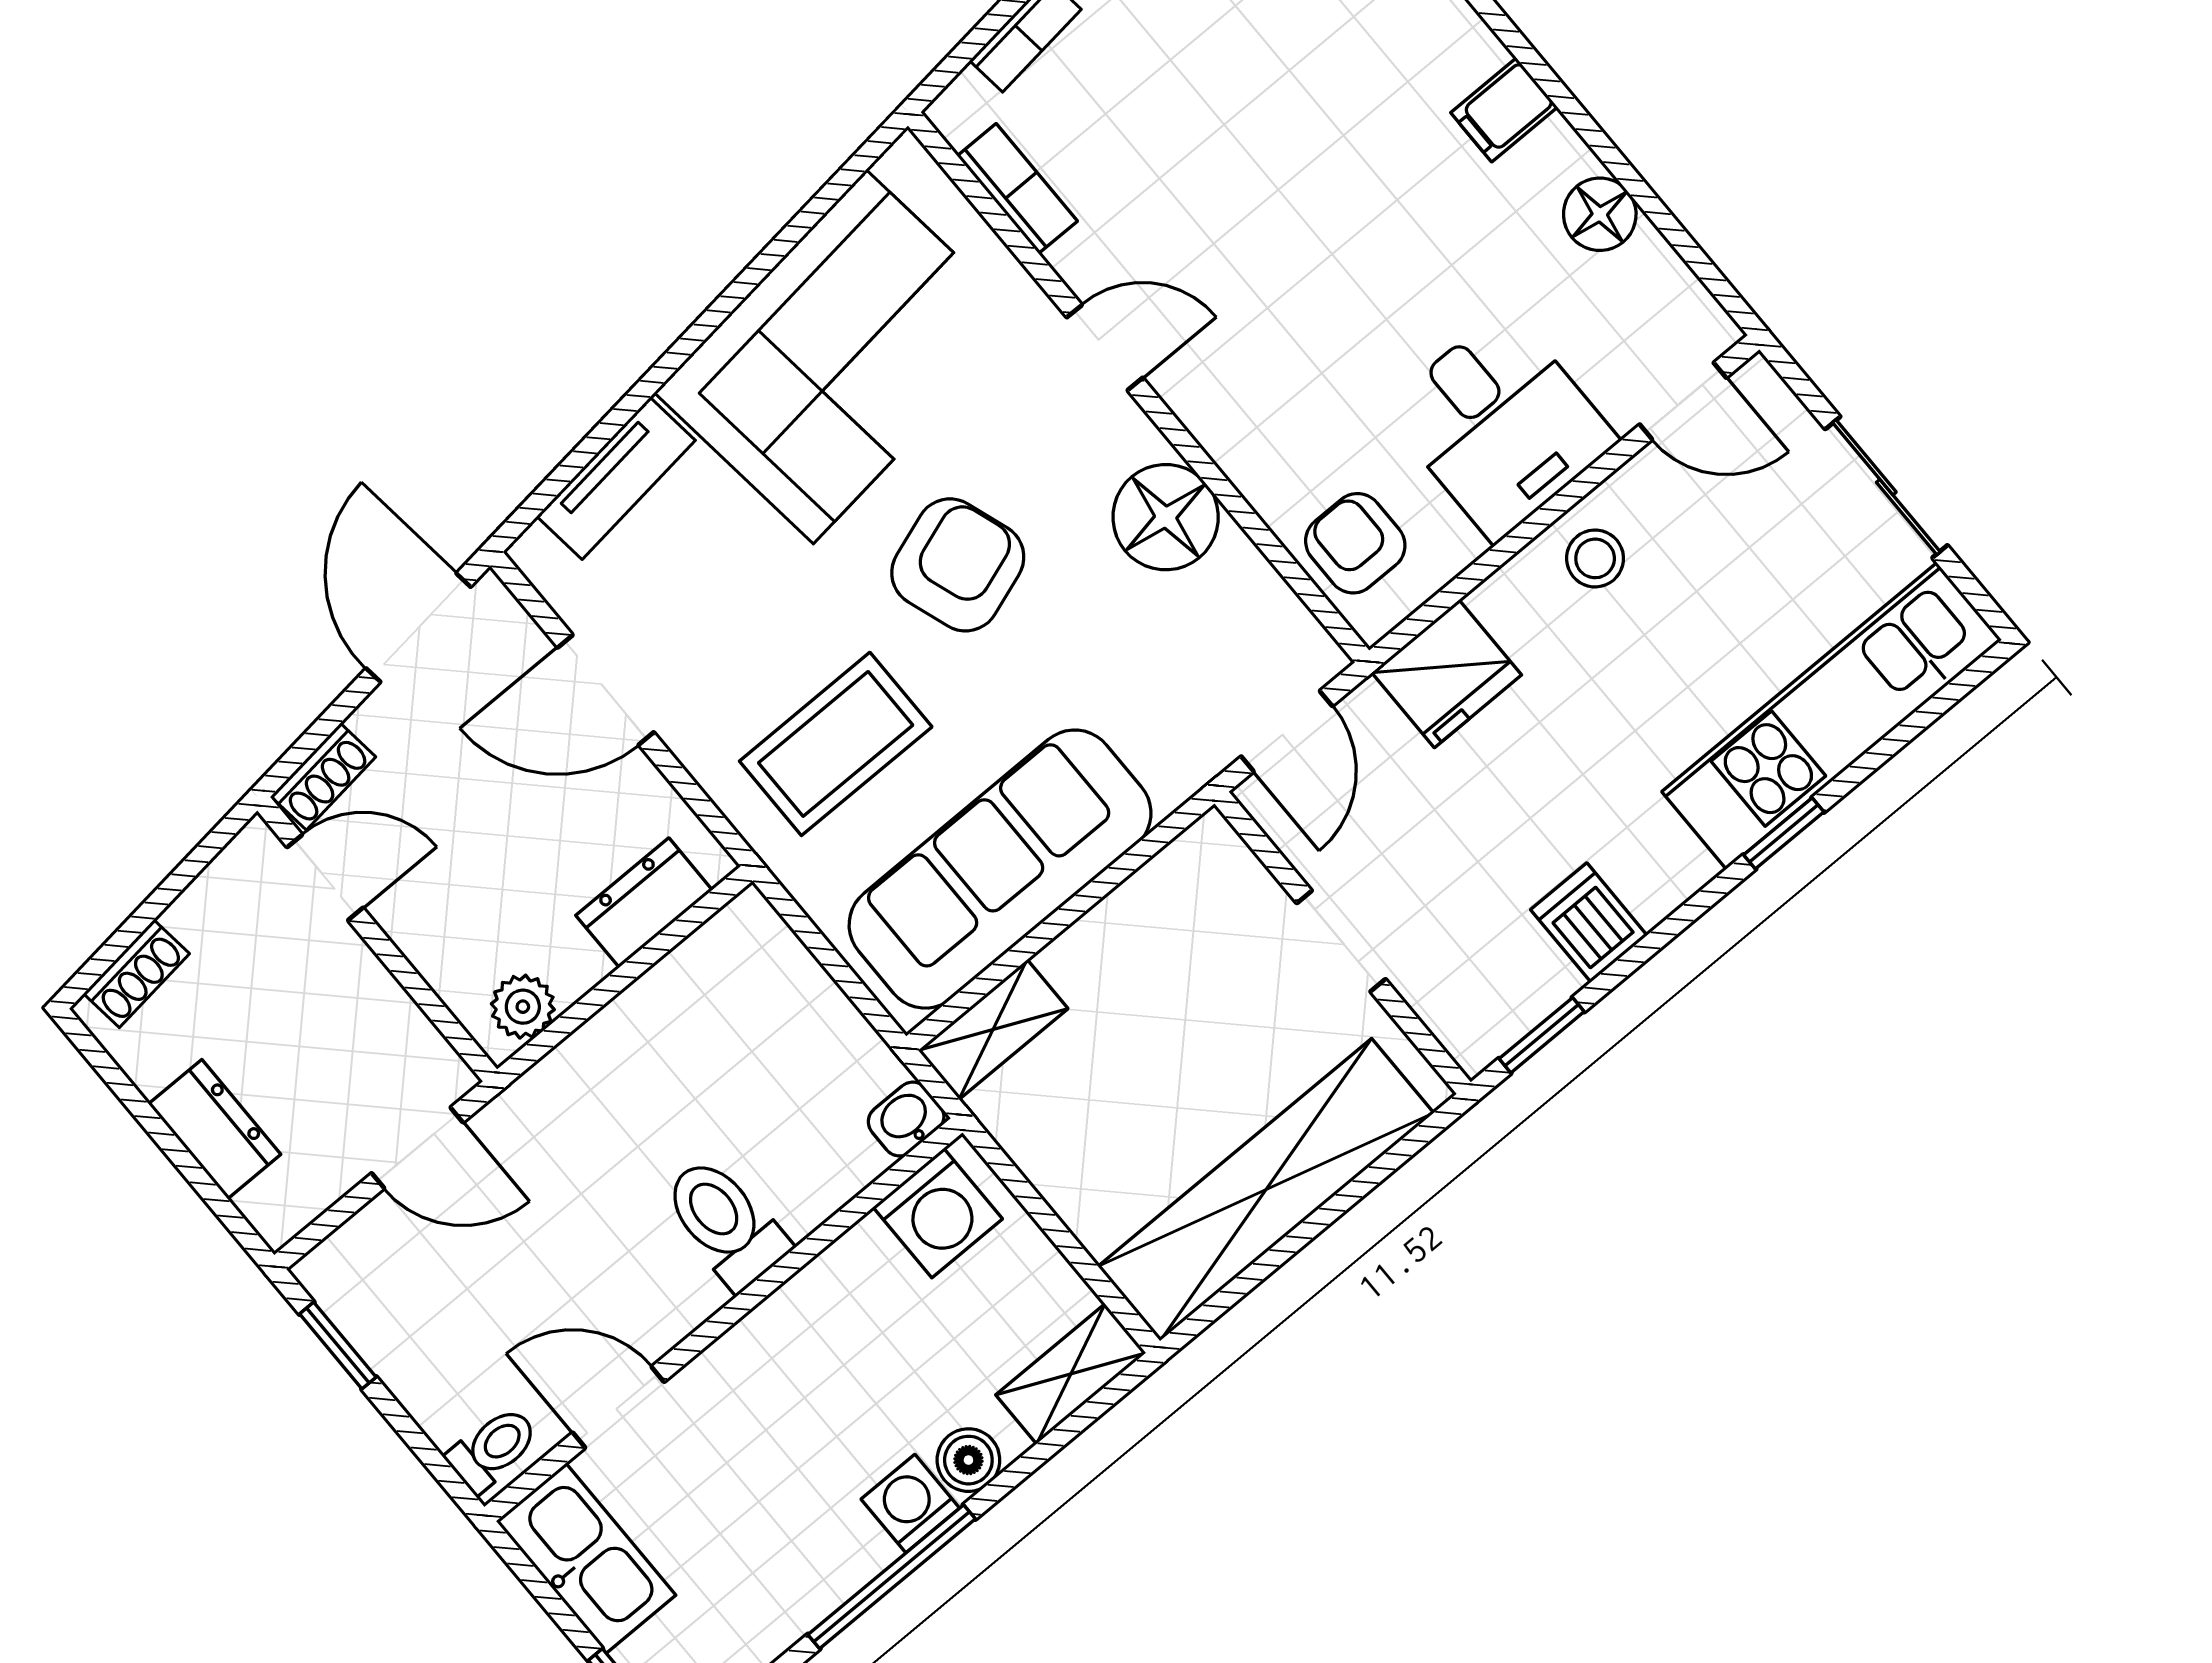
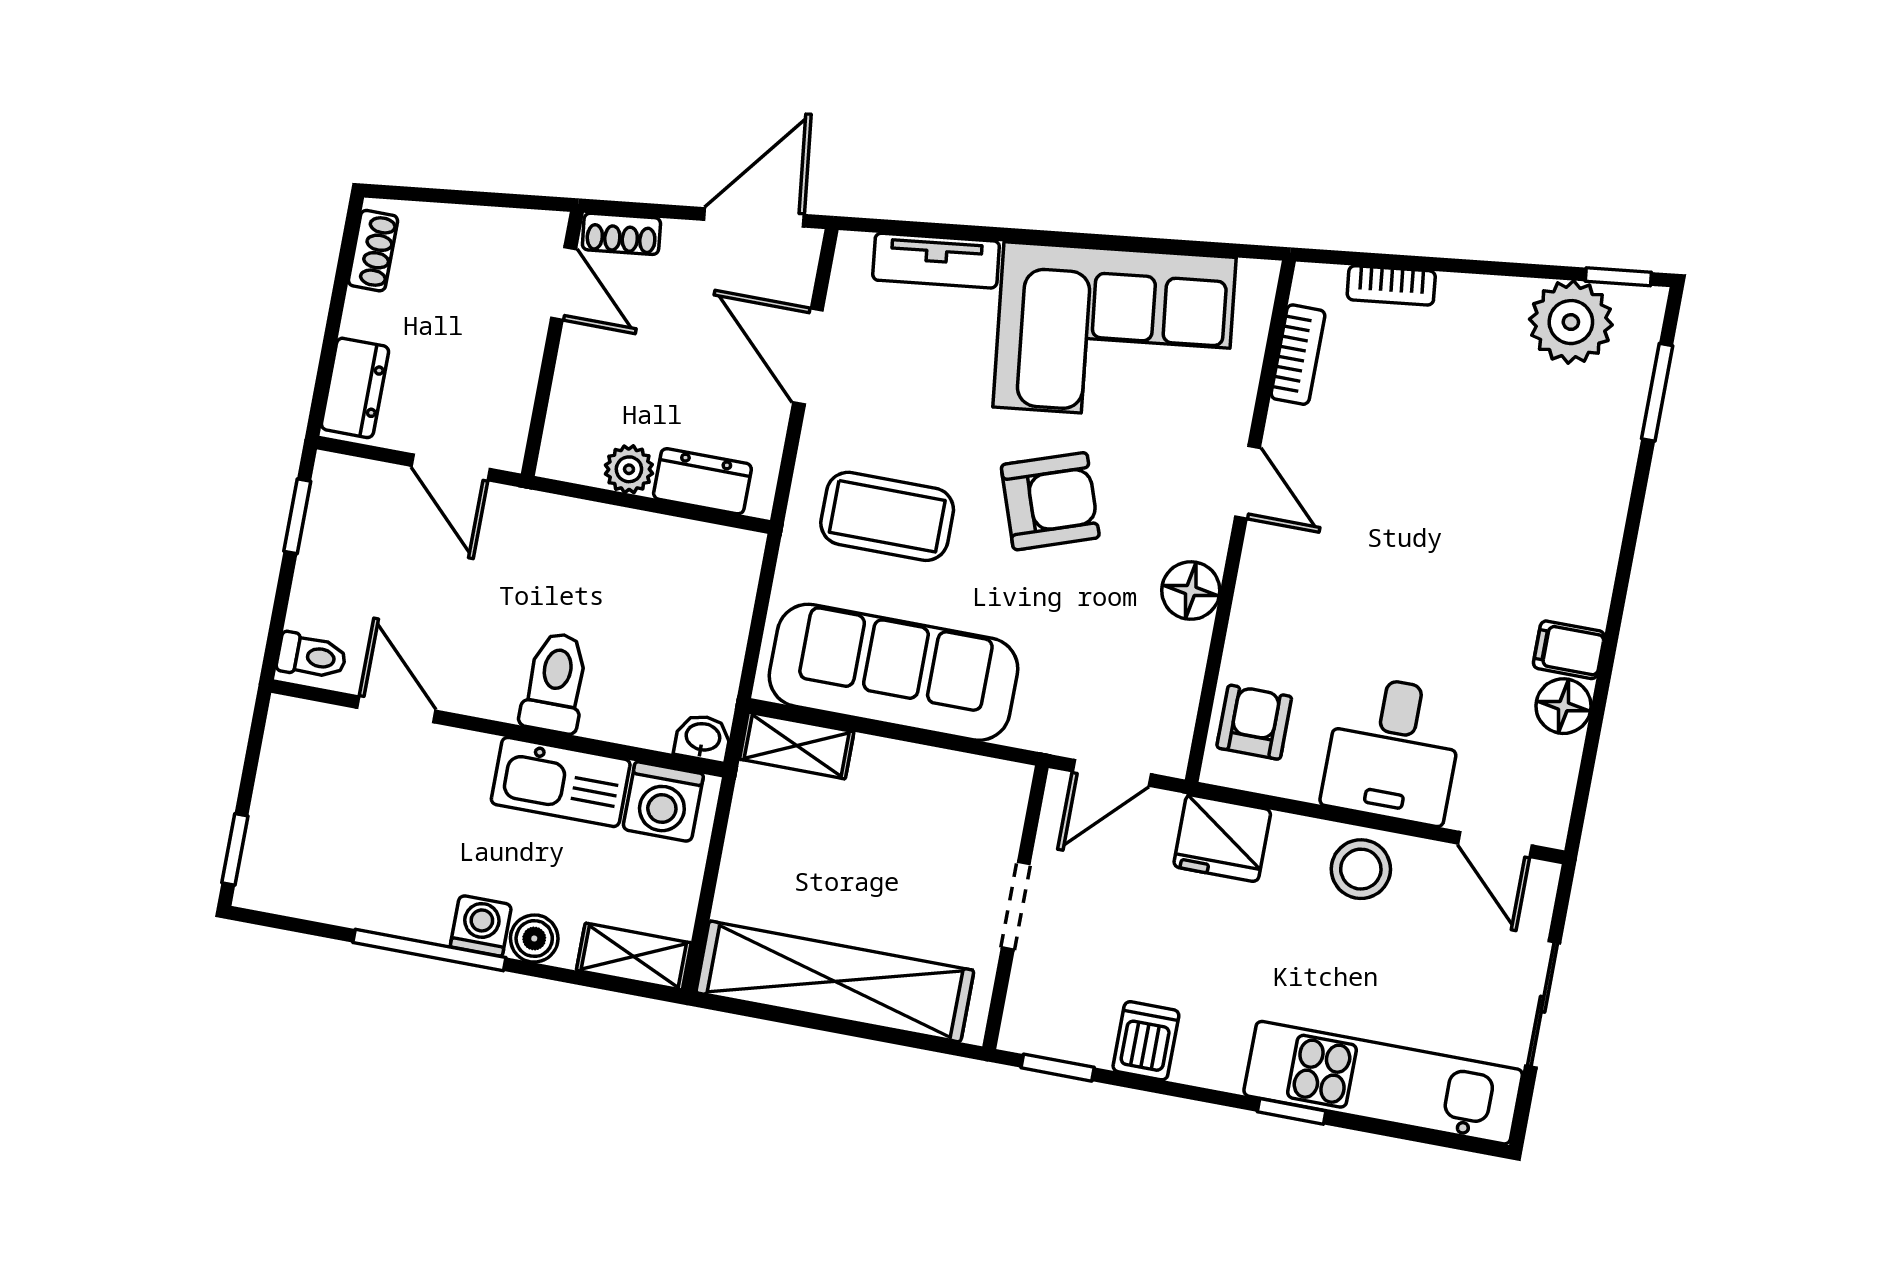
filing cabinet: (1504, 110) -> (1569, 650), moved
floor lamp: (1166, 517) -> (1191, 591), width x0.73, depth x0.73
stool: (1595, 558) -> (1361, 869), width x1.37, depth x1.37
shoe rack: (136, 974) -> (373, 251), moved, turned -83
plant: (523, 1007) -> (629, 469), moved
dresser: (215, 1129) -> (355, 388), moved
kitchen sink: (586, 1558) -> (561, 782), moved, turned 90

